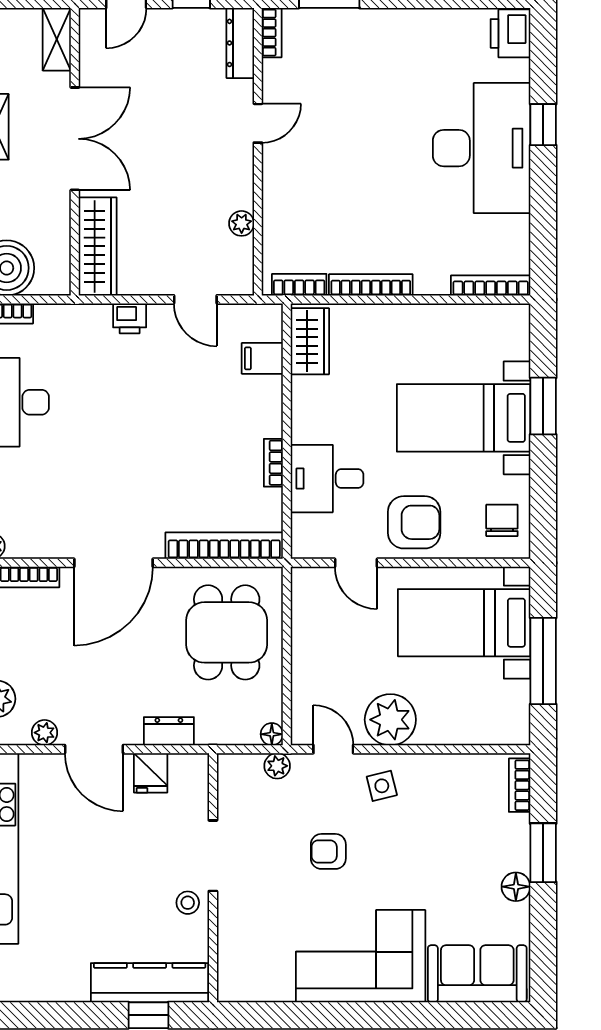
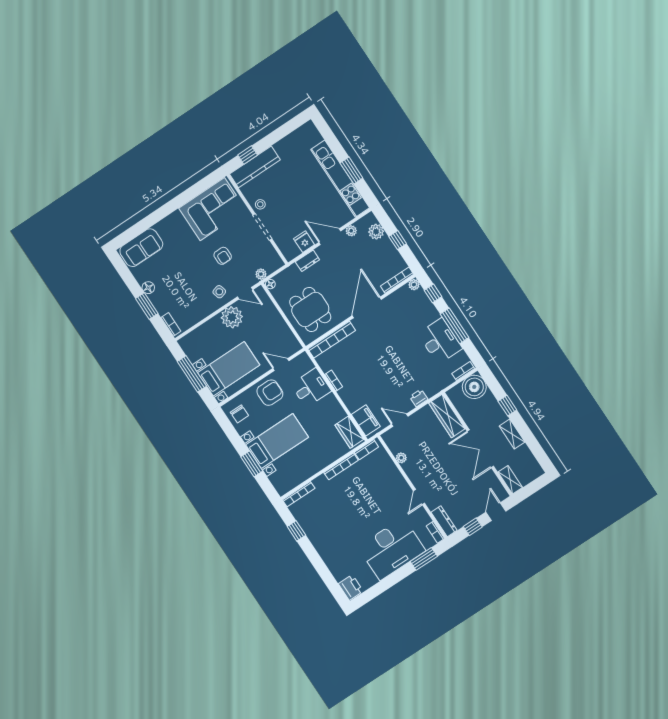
window: (543, 125) -> (296, 531), moved
desk: (482, 148) -> (392, 549), moved, turned -90
filing cabinet: (262, 358) -> (366, 420), width x2.00
armchair: (414, 522) -> (270, 393), turned 180
armchair: (328, 851) -> (223, 256), turned 90
corner sofa: (361, 956) -> (212, 209), moved

